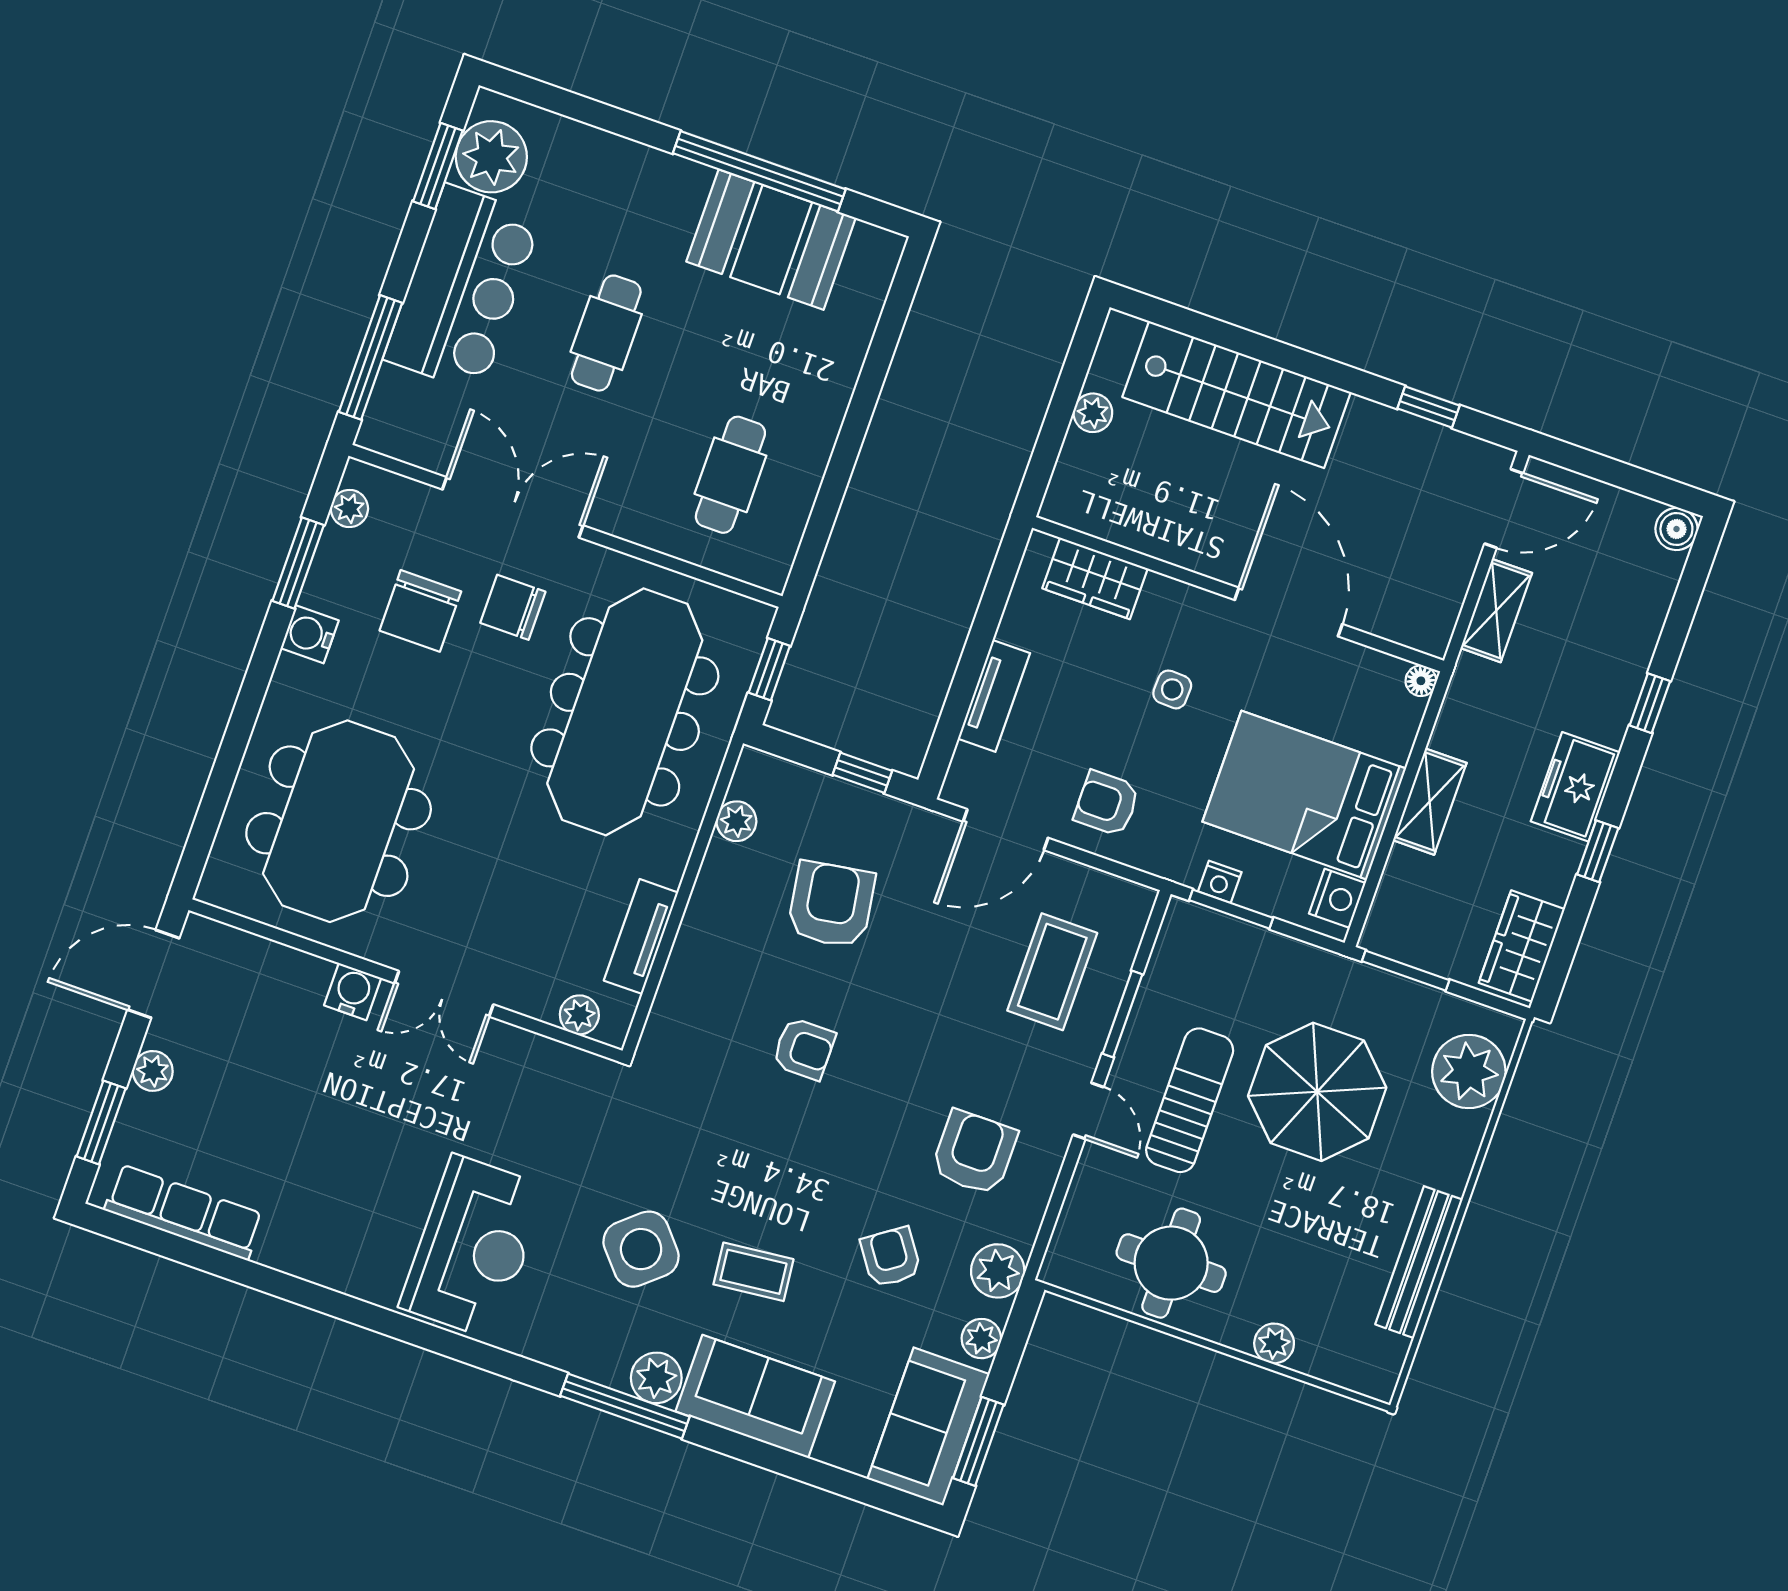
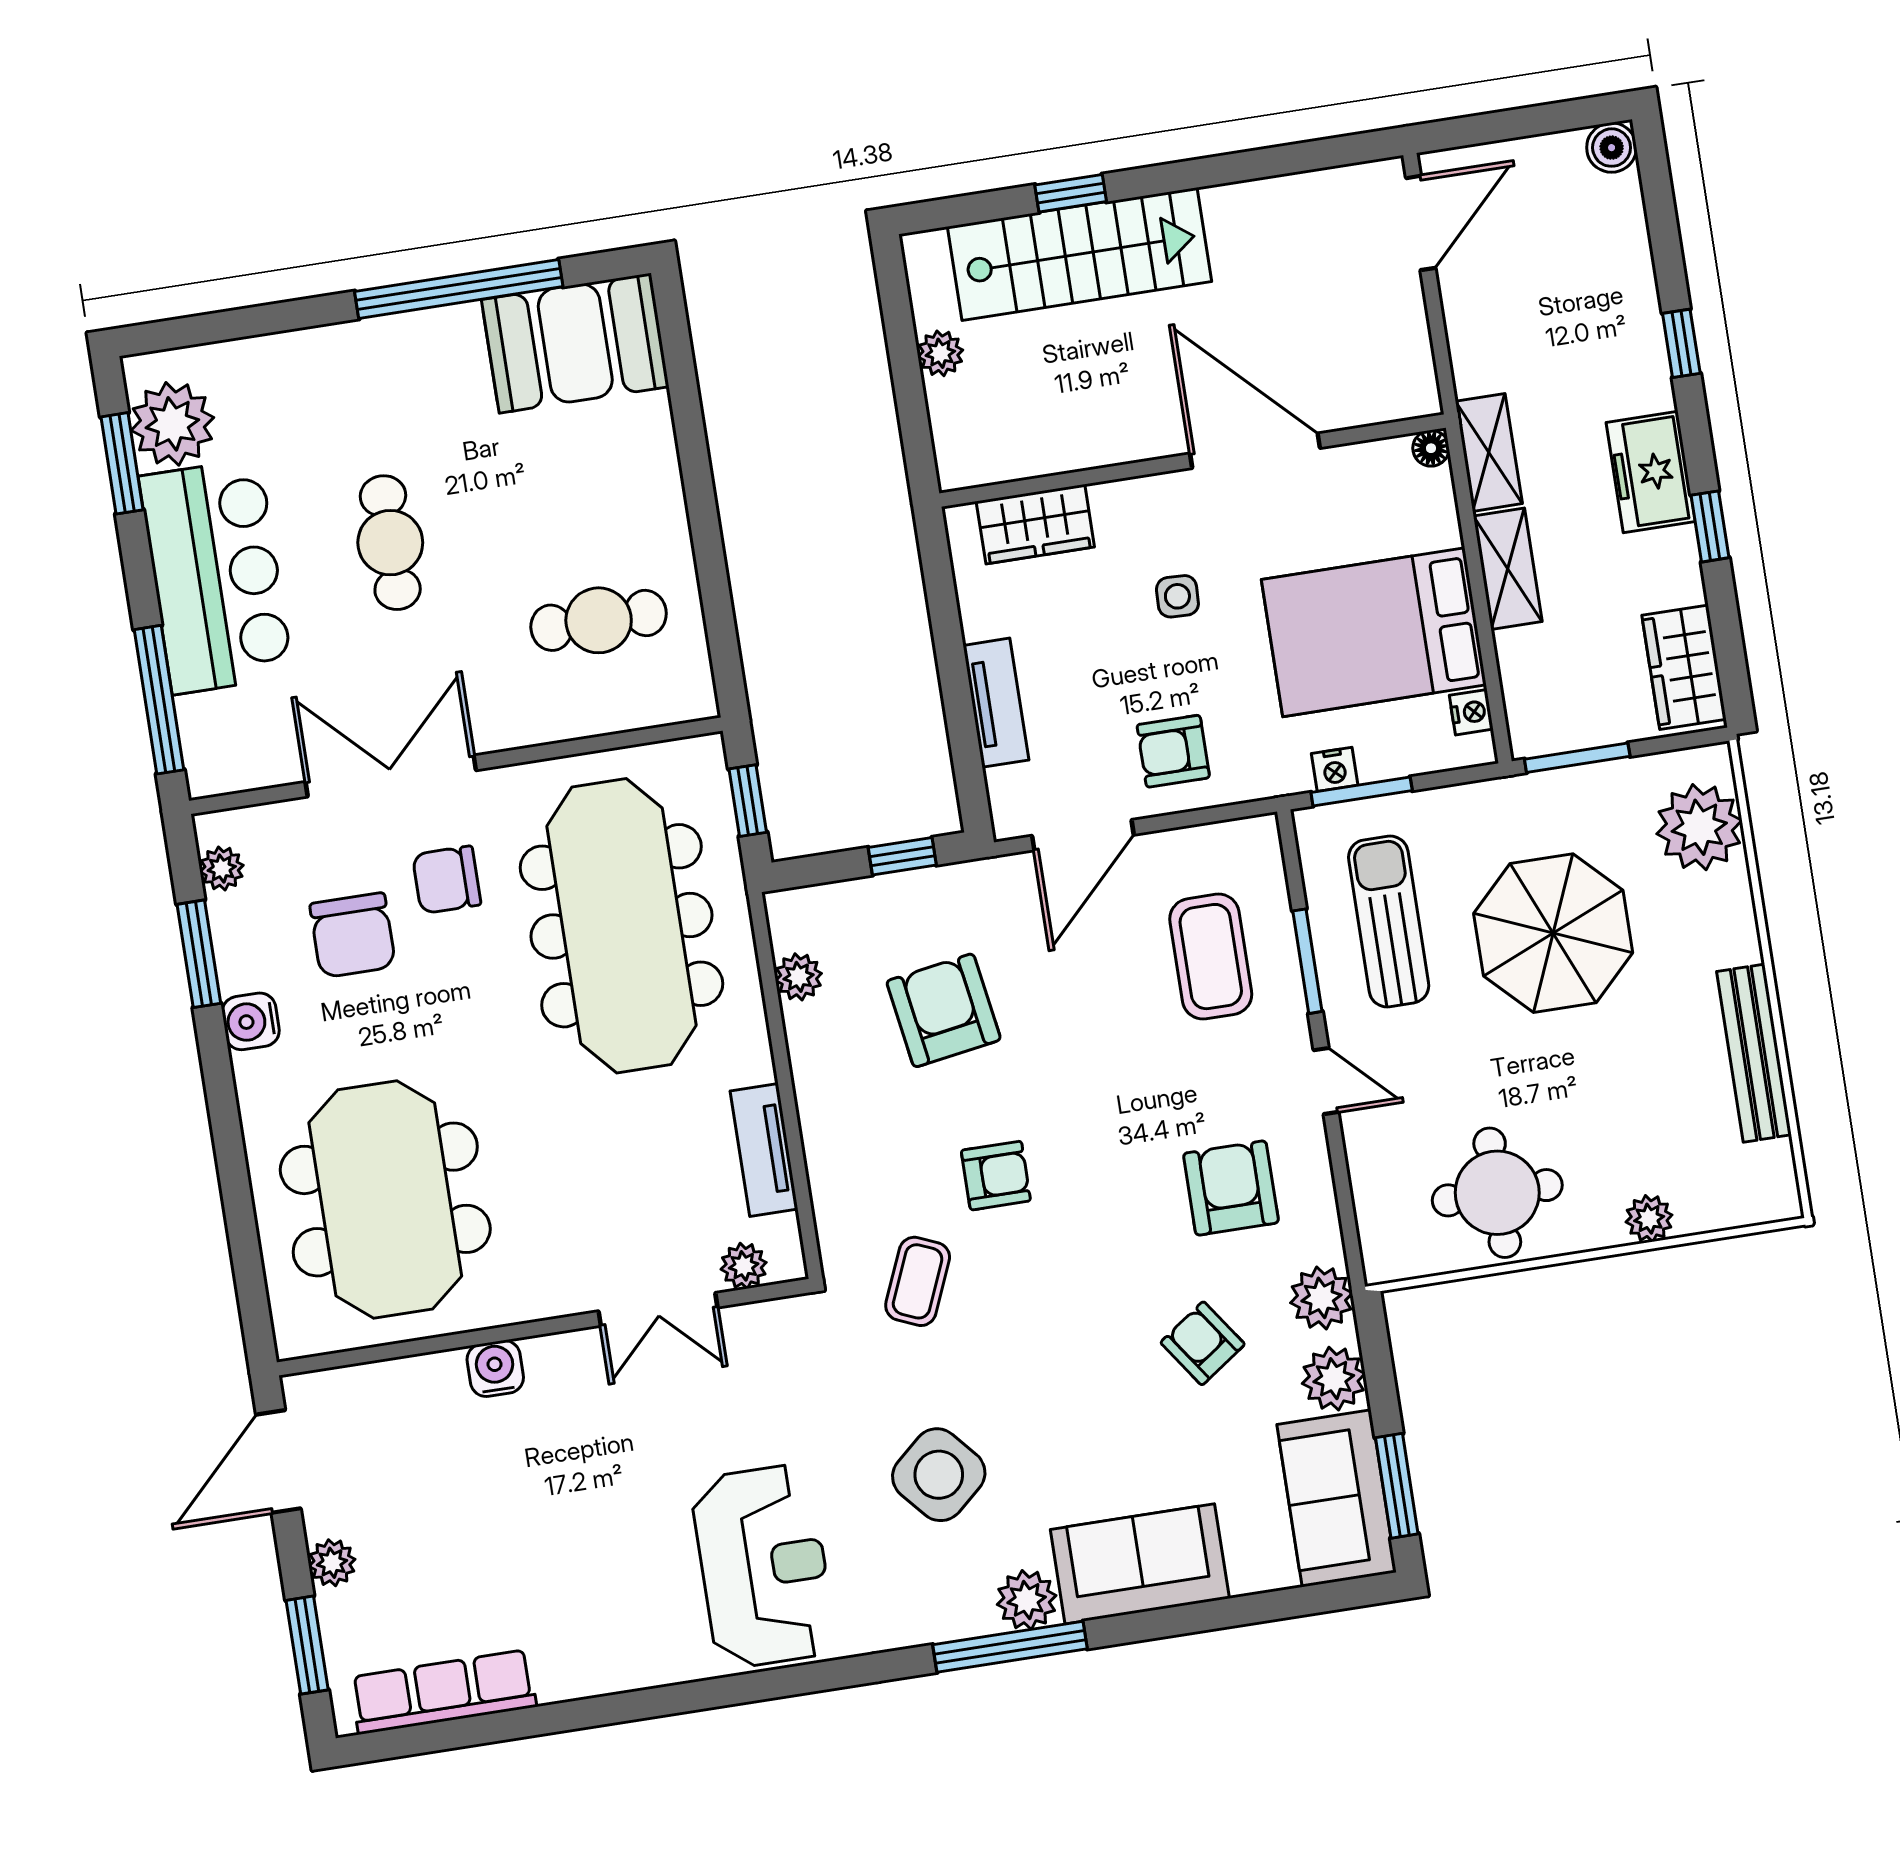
booth: (771, 240) -> (575, 343), moved
window: (1428, 407) -> (1071, 193), moved
cafe table: (730, 475) -> (599, 620), turned 90
shelving: (1496, 611) -> (1489, 452), moved
nightstand: (1337, 898) -> (1471, 712), width x0.72, depth x0.74
double door: (444, 994) -> (658, 1309), moved
sun lounger: (1190, 1100) -> (1389, 921), moved
coffee table: (753, 1272) -> (918, 1281), moved, turned -61
plant: (981, 1339) -> (1334, 1379), width x1.38, depth x1.38

